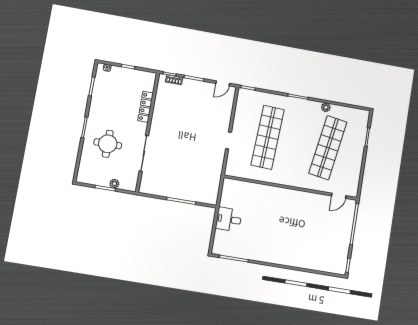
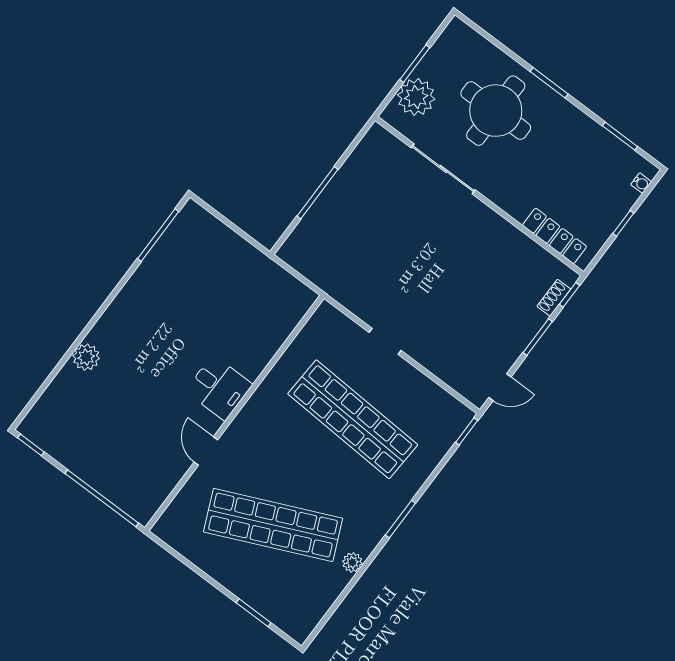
door: (223, 83) -> (500, 387), swing flipped
locker: (146, 107) -> (555, 236), moved
round table: (108, 144) -> (496, 111), width x1.36, depth x1.36
shop shelf: (328, 148) -> (273, 525), turned -33
plant: (114, 184) -> (416, 97), width x1.87, depth x1.87
door: (339, 196) -> (206, 451), moved
desk: (229, 219) -> (219, 388), moved, turned 90
plant: (300, 262) -> (86, 357), added

